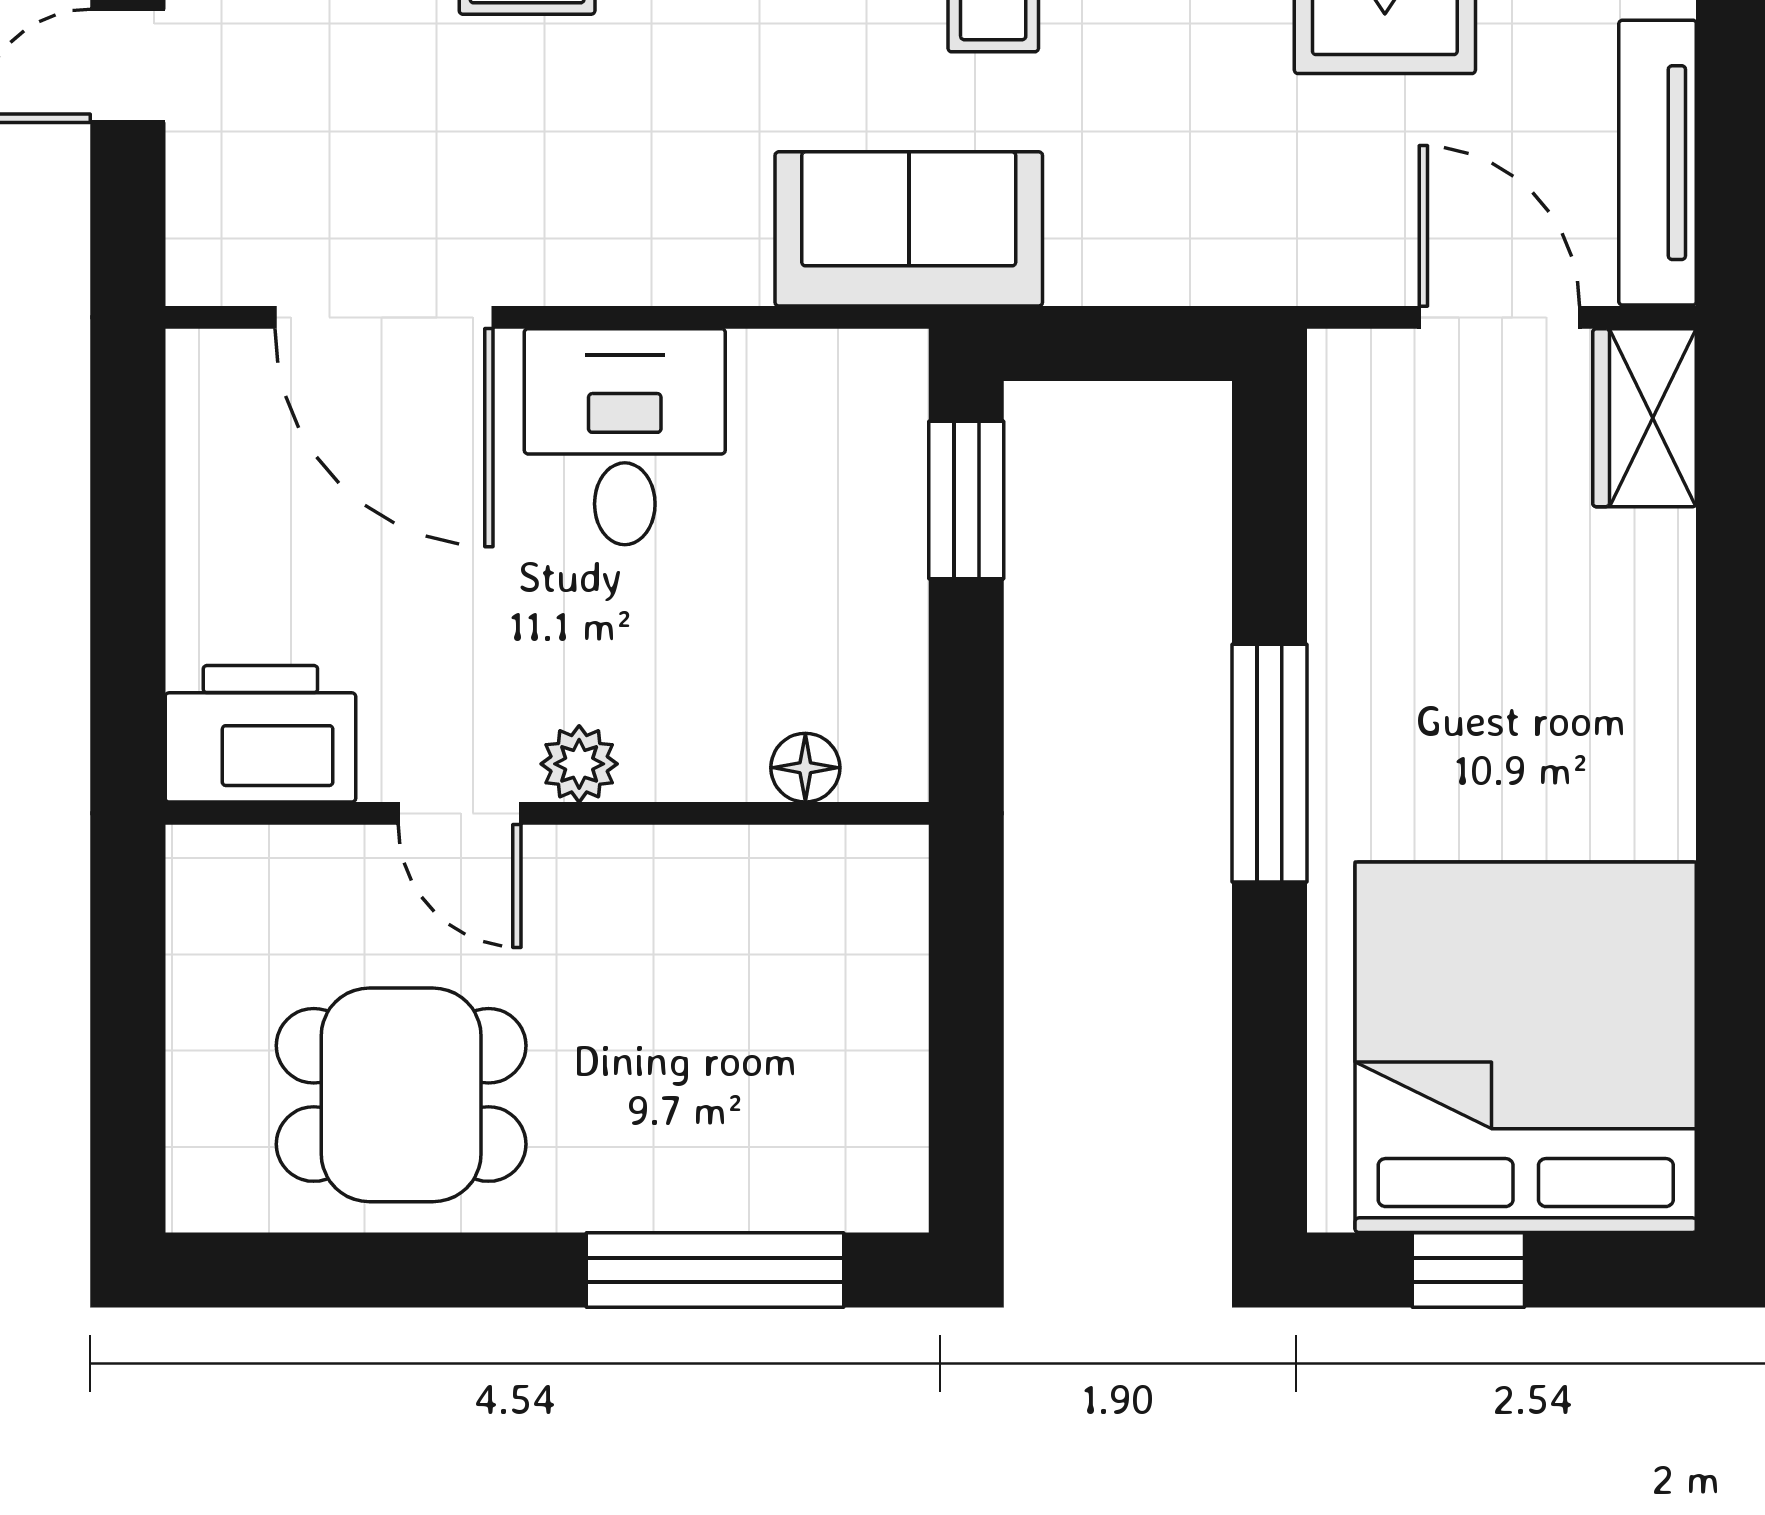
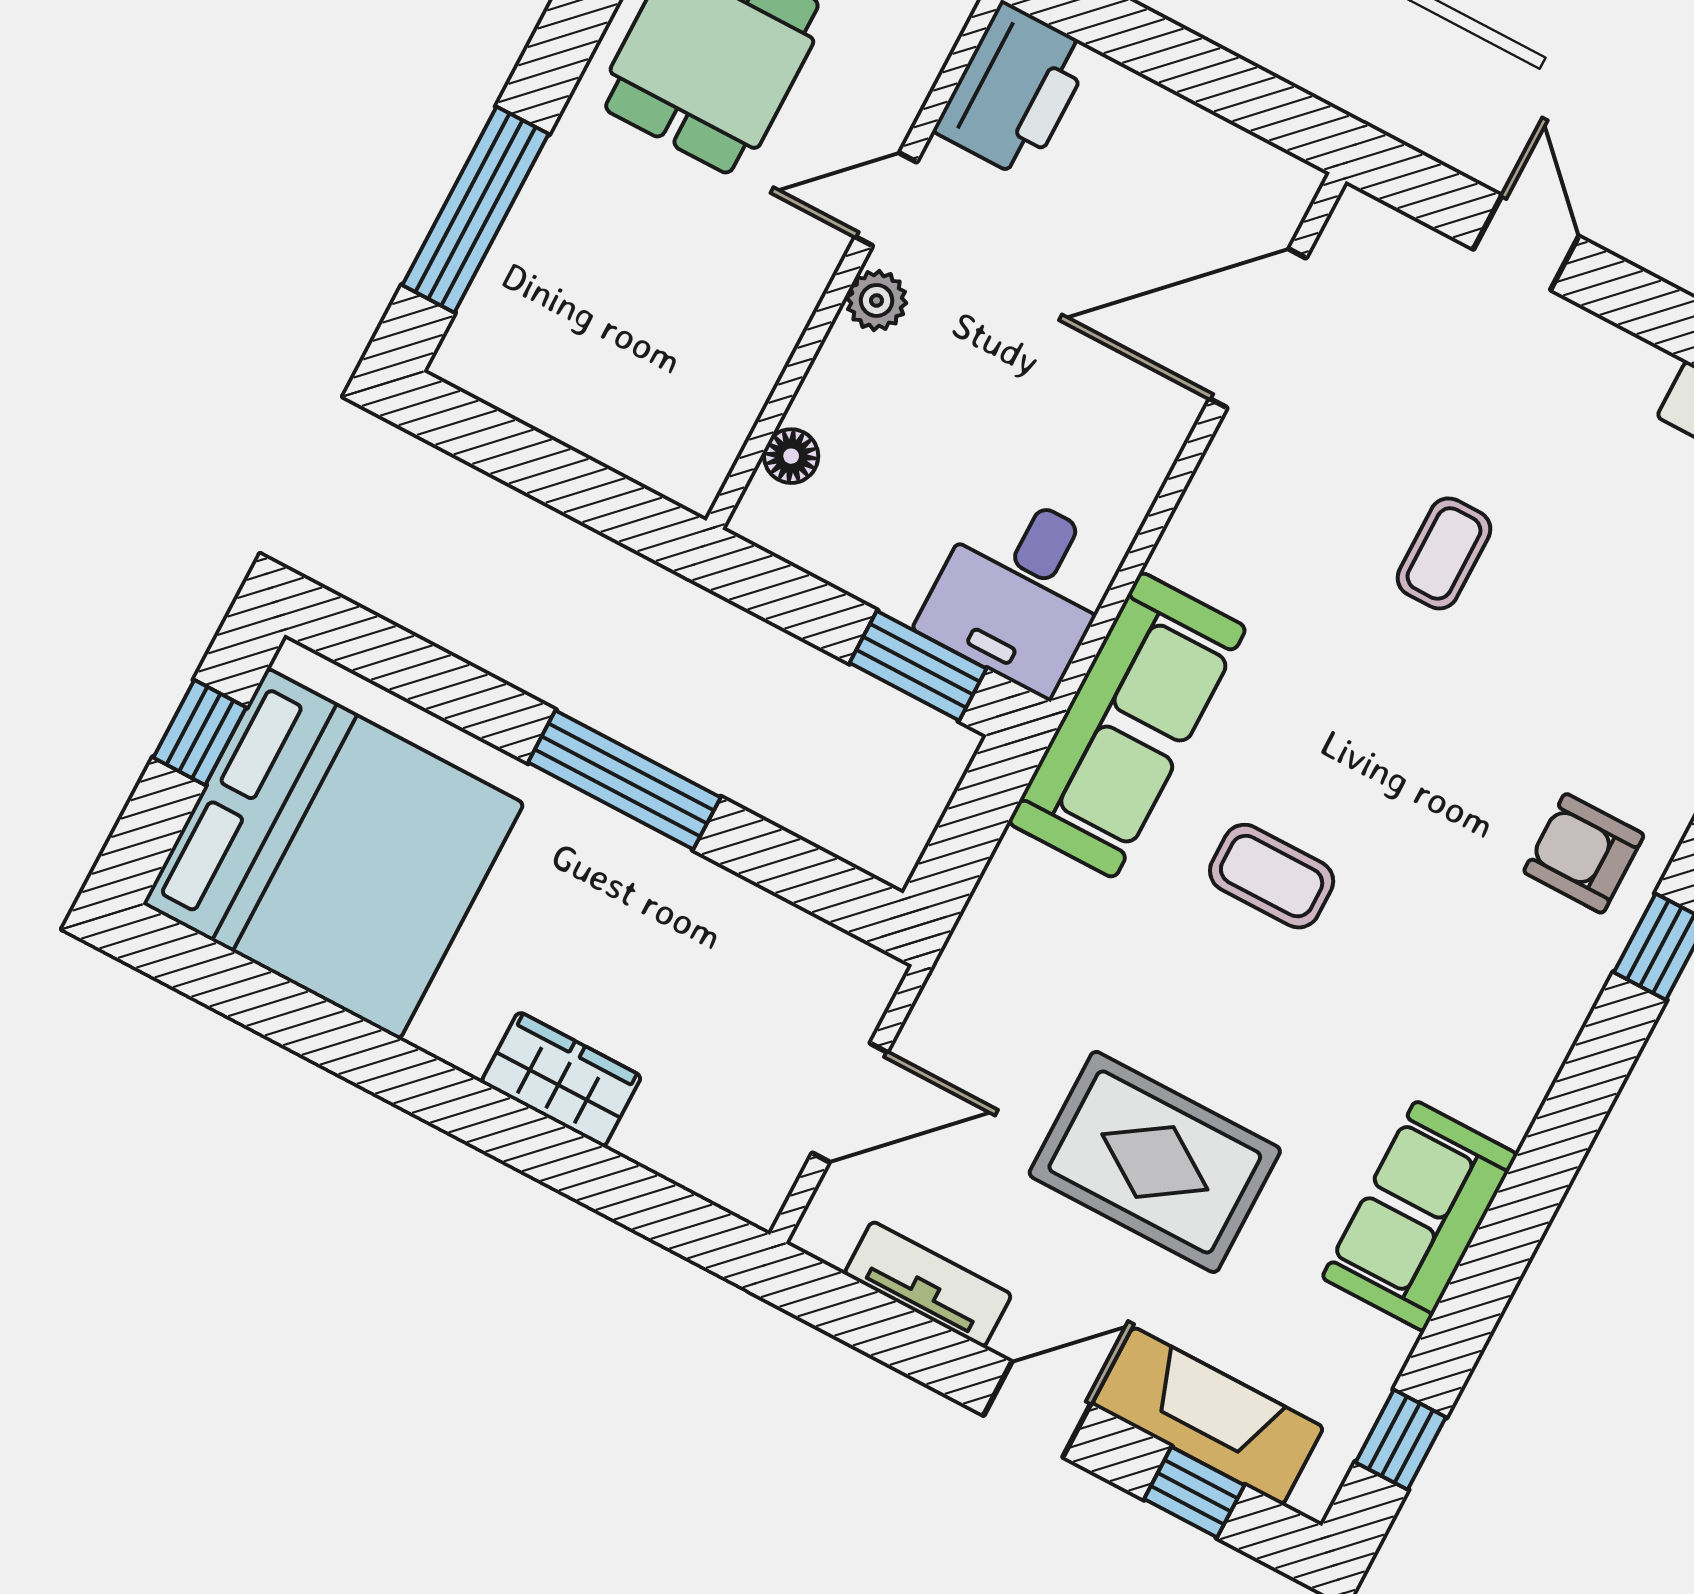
tv unit: (1658, 163) -> (928, 1284), width x0.71
sofa: (909, 229) -> (1127, 725), width x1.36
wardrobe: (1645, 418) -> (561, 1079), moved
desk: (625, 437) -> (1021, 591), moved, turned 90

